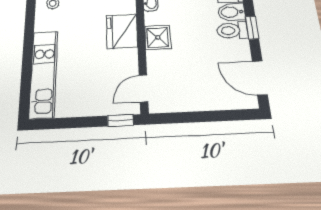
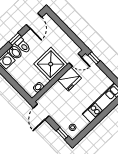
fridge: (122, 31) -> (70, 79), moved
shower: (158, 37) -> (51, 64), width x1.86, depth x1.86

